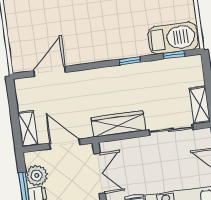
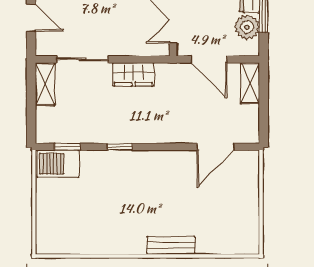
barbecue: (173, 38) -> (58, 164), width x0.73, depth x0.83
wardrobe: (118, 124) -> (133, 74), width x0.67

